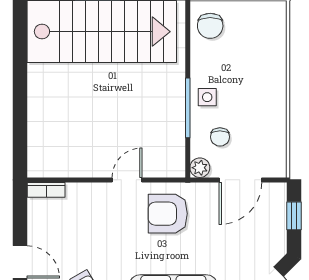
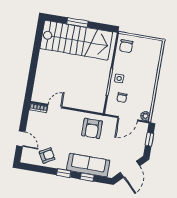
plant: (200, 168) -> (145, 116), moved
door: (127, 180) -> (55, 106), moved
armchair: (168, 214) -> (92, 128), turned -90

